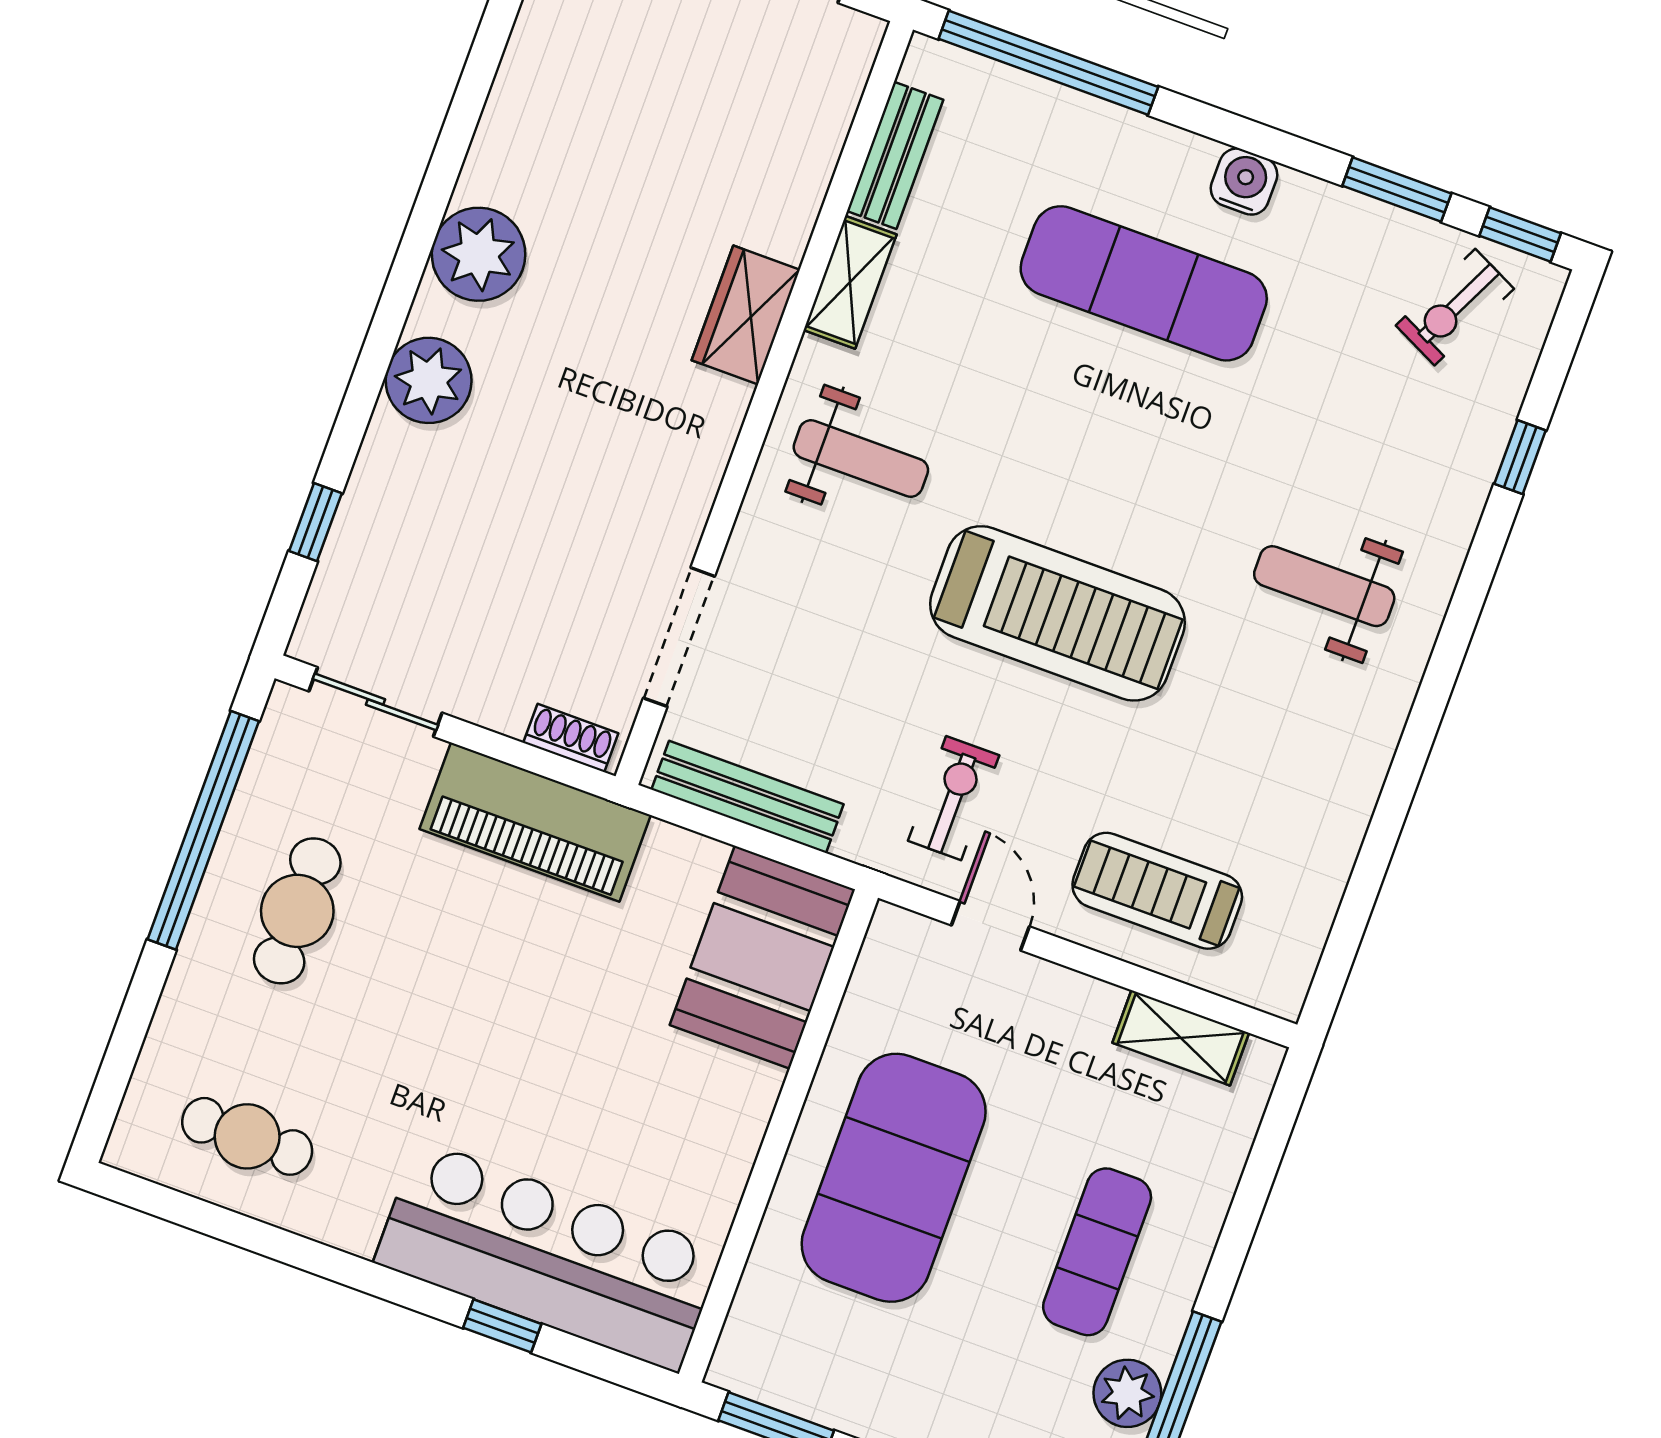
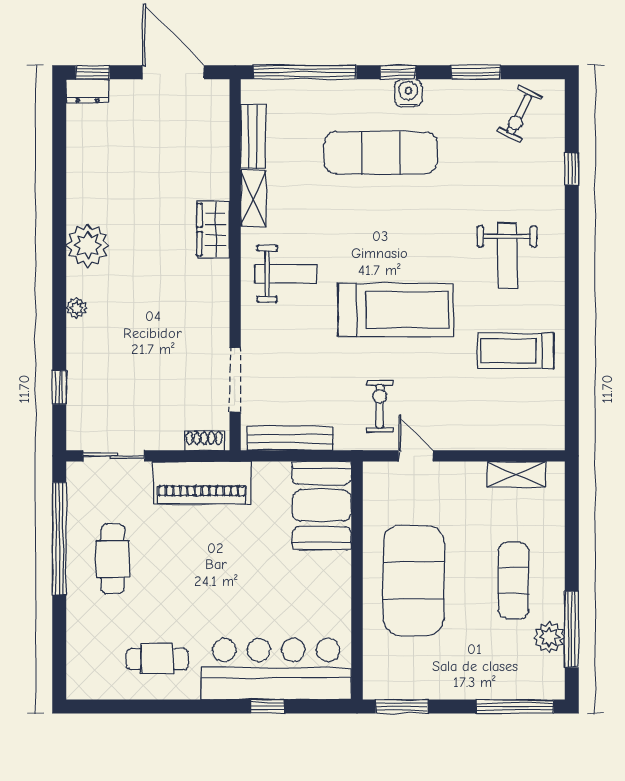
window: (1520, 234) -> (398, 72), moved
plant: (429, 380) -> (77, 308), width x0.53, depth x0.53
weight bench: (1324, 586) -> (507, 256), turned -90
treadmill: (1157, 891) -> (516, 351), moved
cafe table: (247, 1136) -> (157, 659), moved

